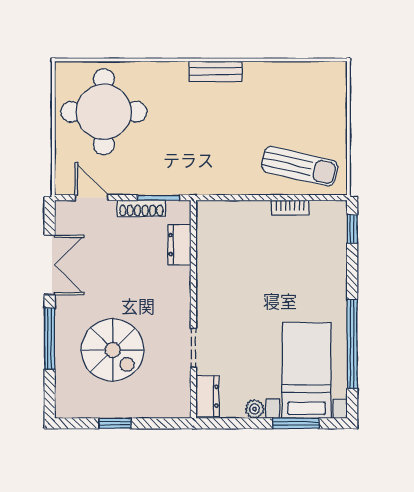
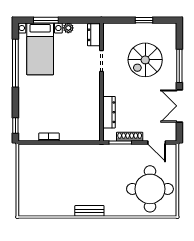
sun lounger: (300, 166) -> (44, 159), removed
dresser: (179, 245) -> (109, 112), width x1.44
spiral stairs: (113, 350) -> (145, 60), turned -90

